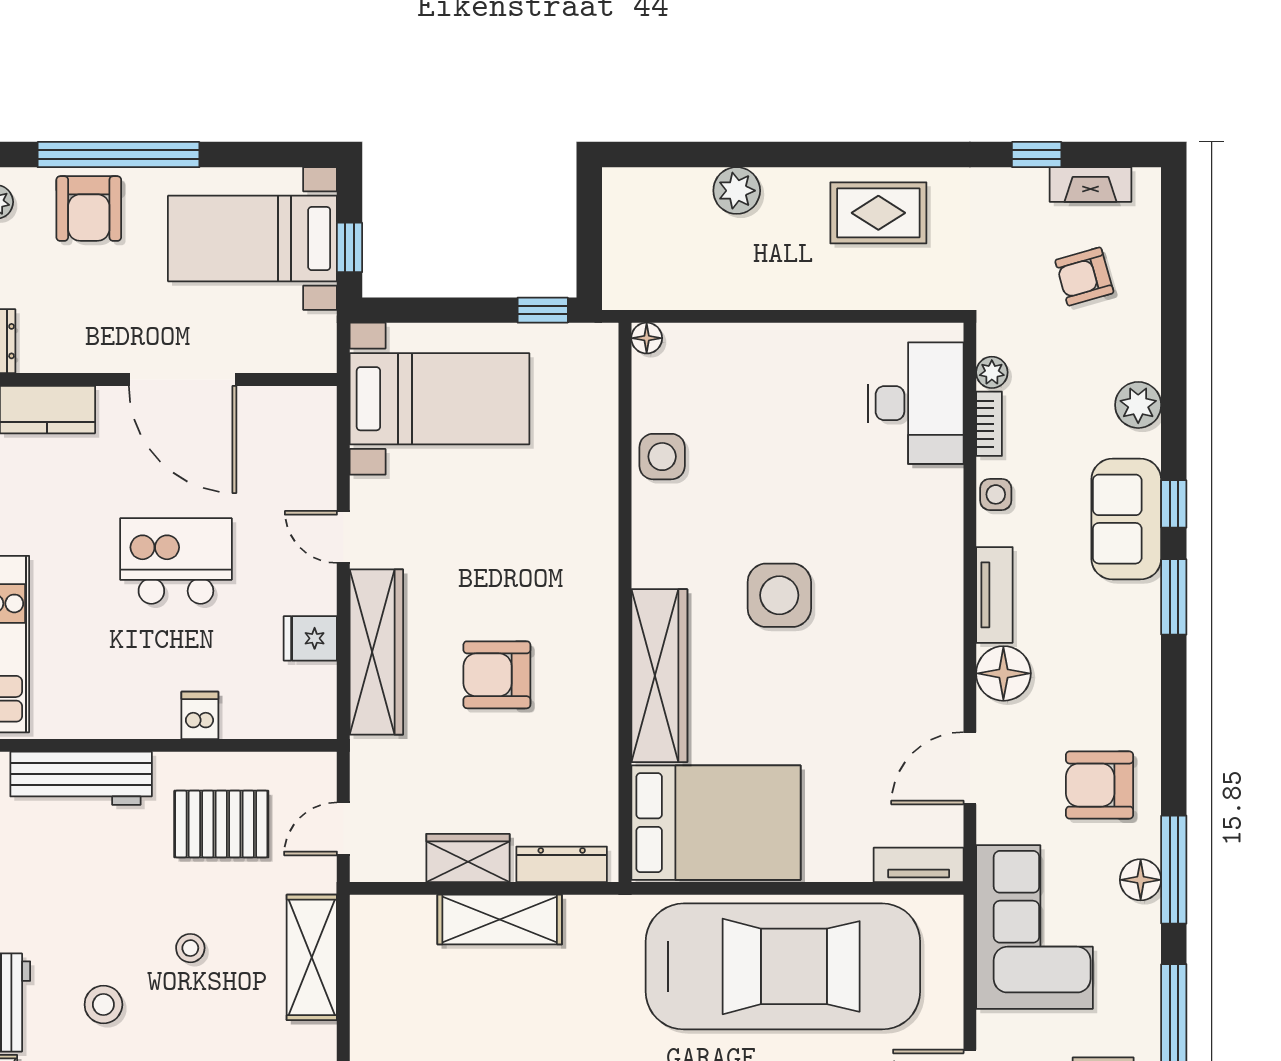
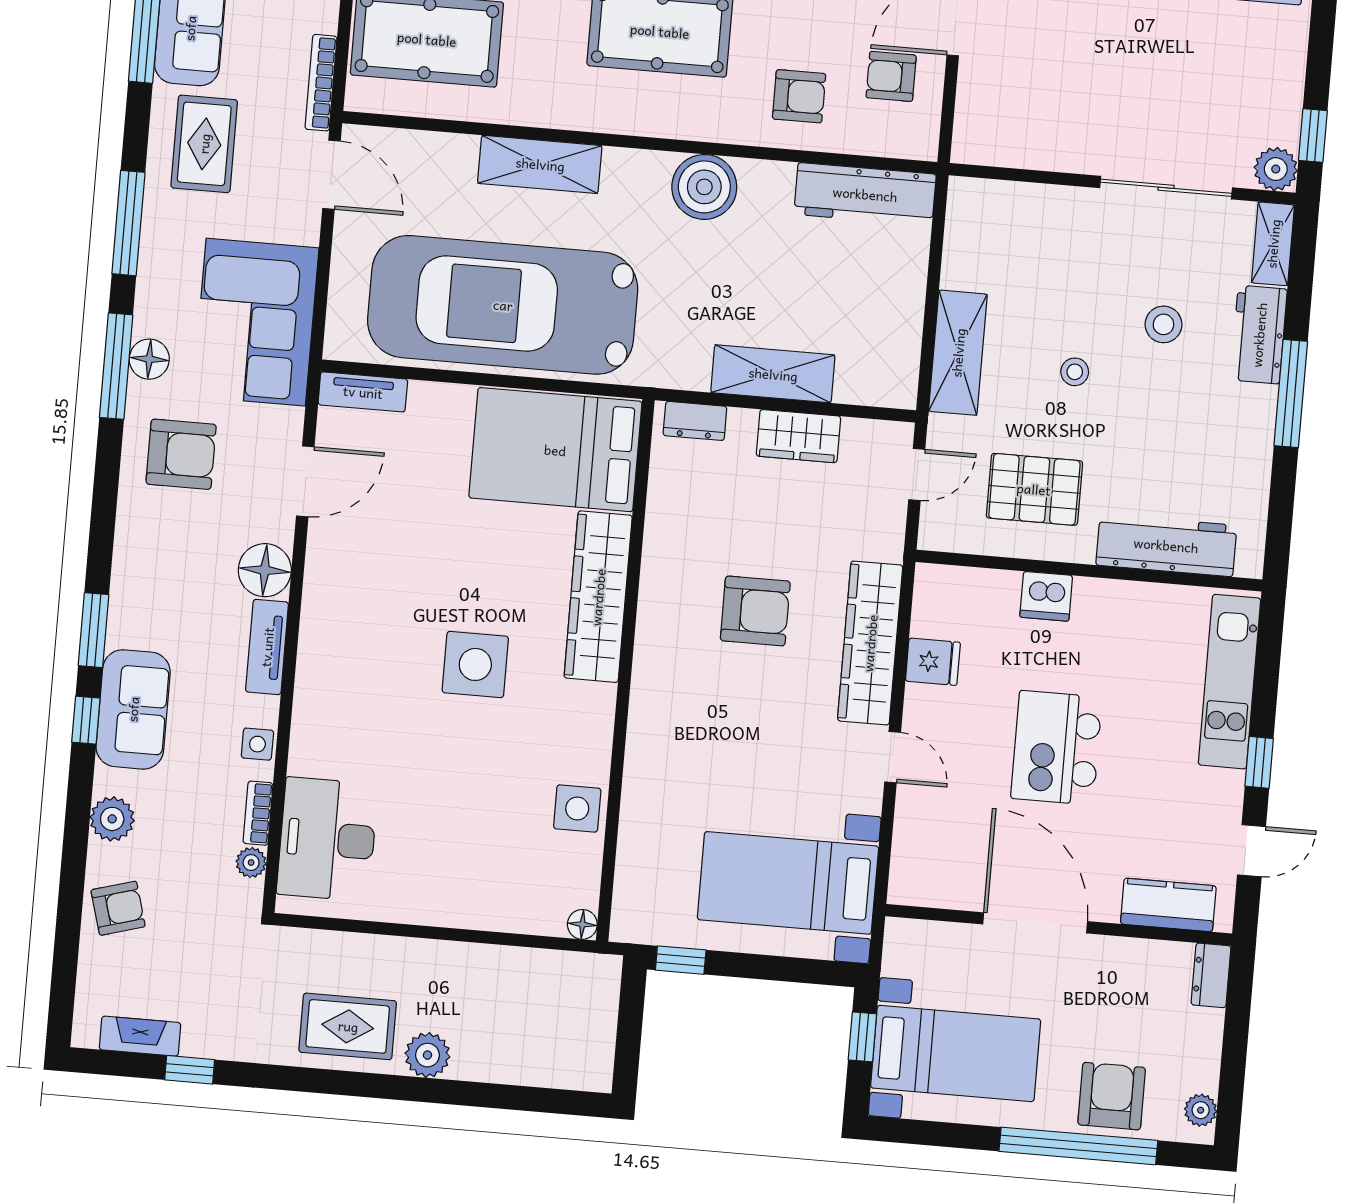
plant: (737, 191) -> (427, 1055), moved
armchair: (1084, 277) -> (118, 908), moved
kitchen island: (176, 561) -> (1056, 748), turned 90
dishwasher: (200, 715) -> (1046, 596), width x1.38
dresser: (562, 864) -> (695, 421), width x0.70

